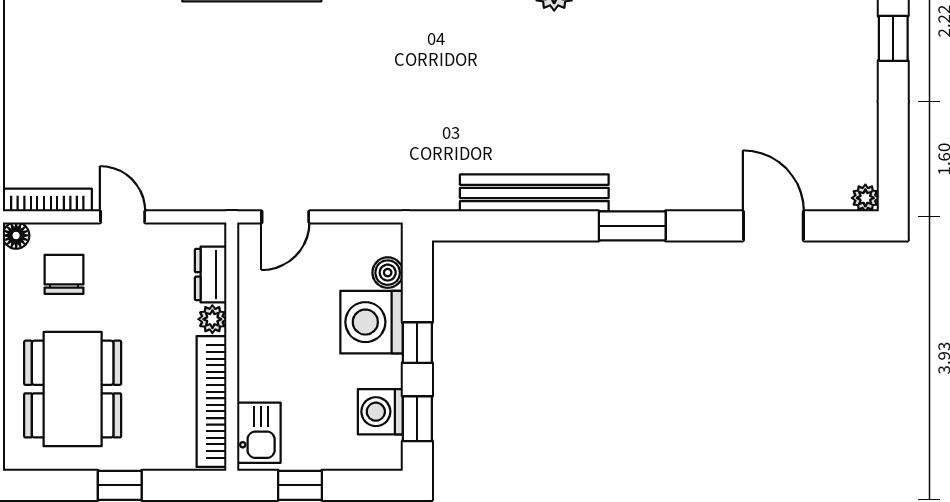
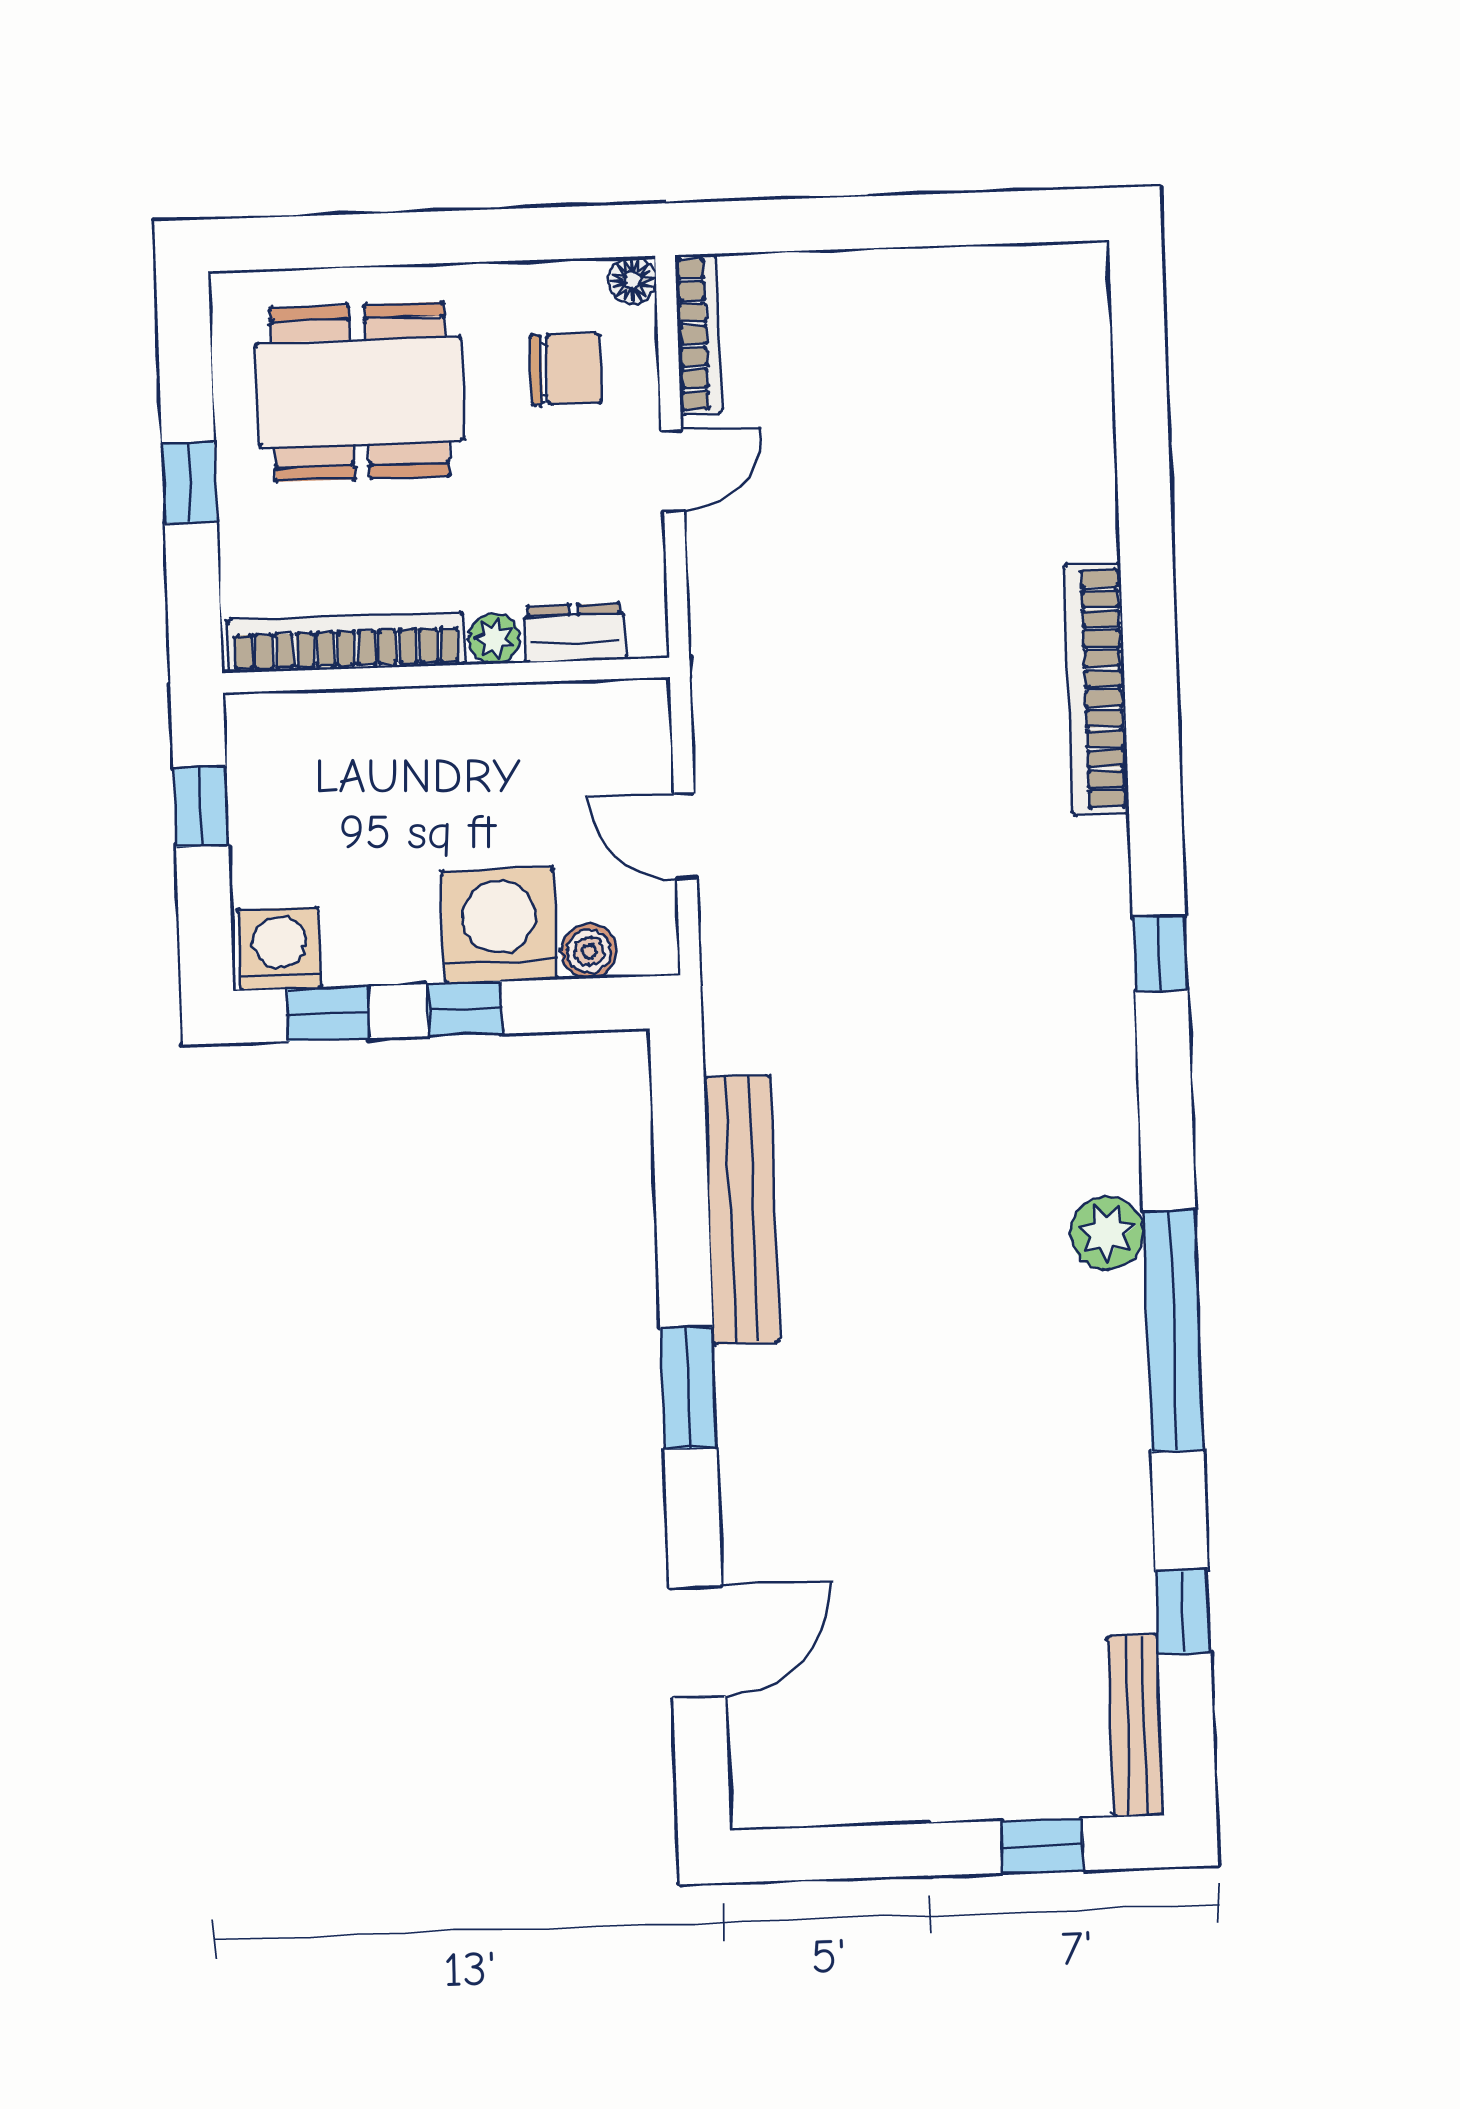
plant: (865, 198) -> (753, 1805), removed
door: (285, 217) -> (685, 836), moved
washing machine: (380, 412) -> (279, 949), moved
kitchen sink: (259, 433) -> (293, 730), removed

